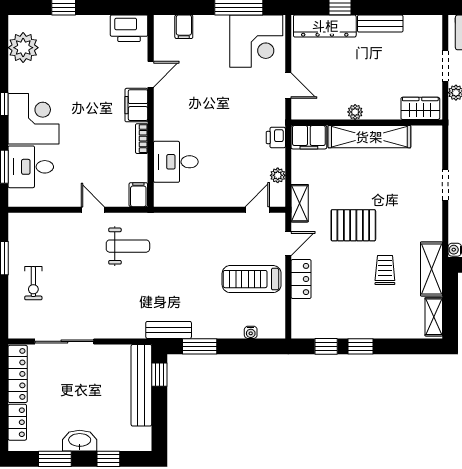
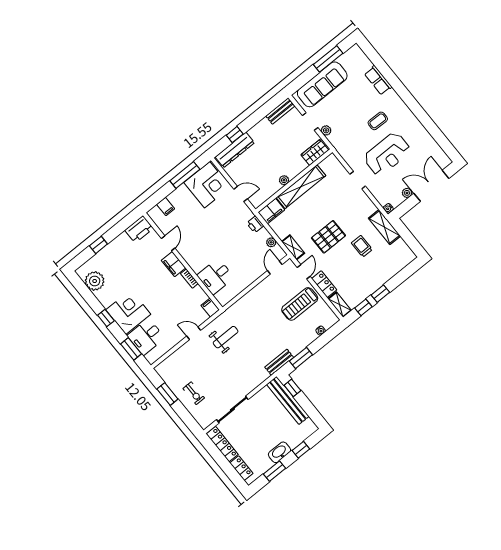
bench: (380, 24) -> (280, 111), moved
shelving: (434, 317) -> (340, 305), moved

